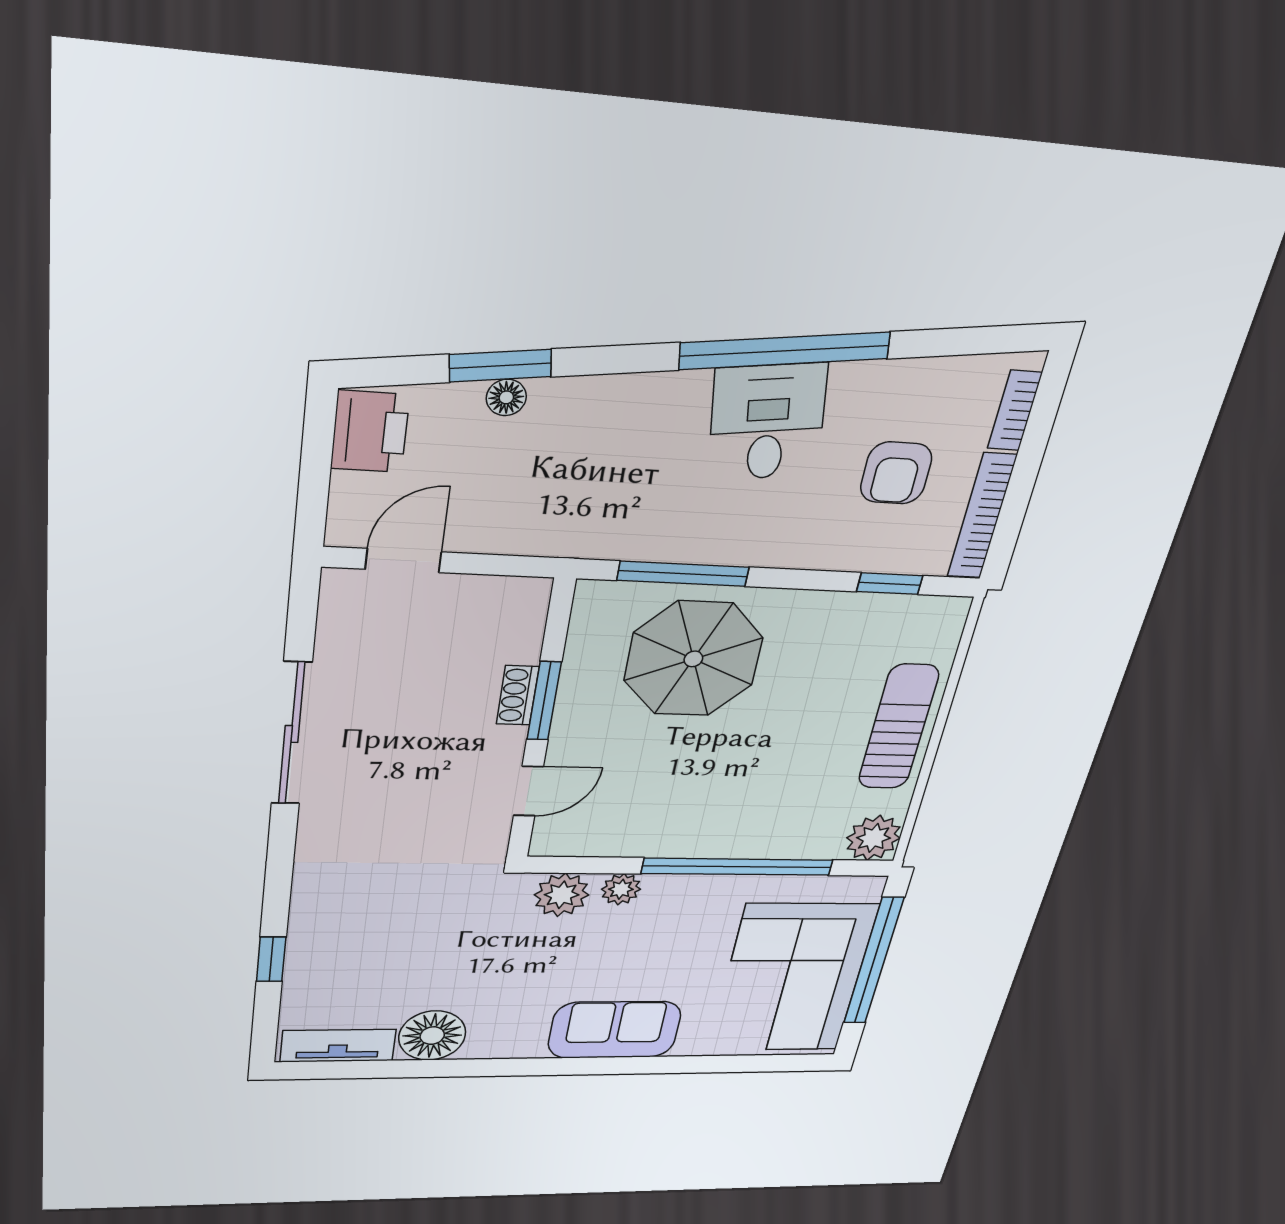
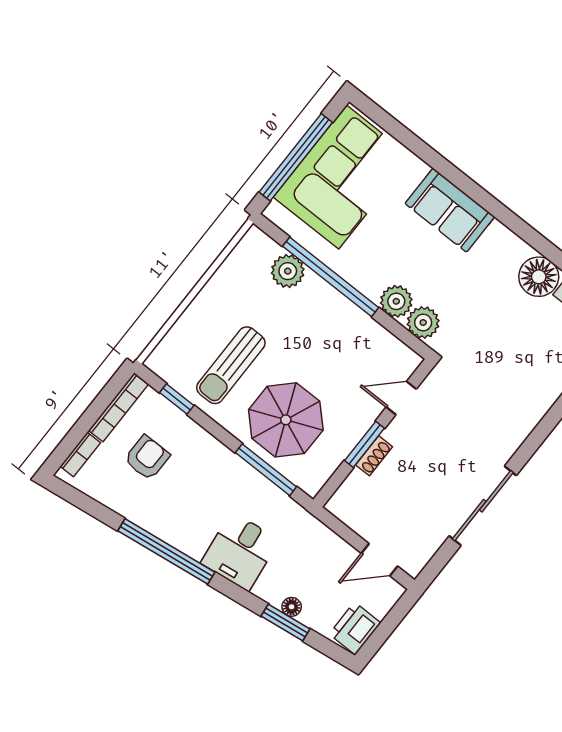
desk: (767, 422) -> (240, 551), moved
sun lounger: (898, 727) -> (231, 365), moved
plant: (874, 838) -> (288, 271), moved
plant: (621, 889) -> (396, 301), width x1.38, depth x1.38

